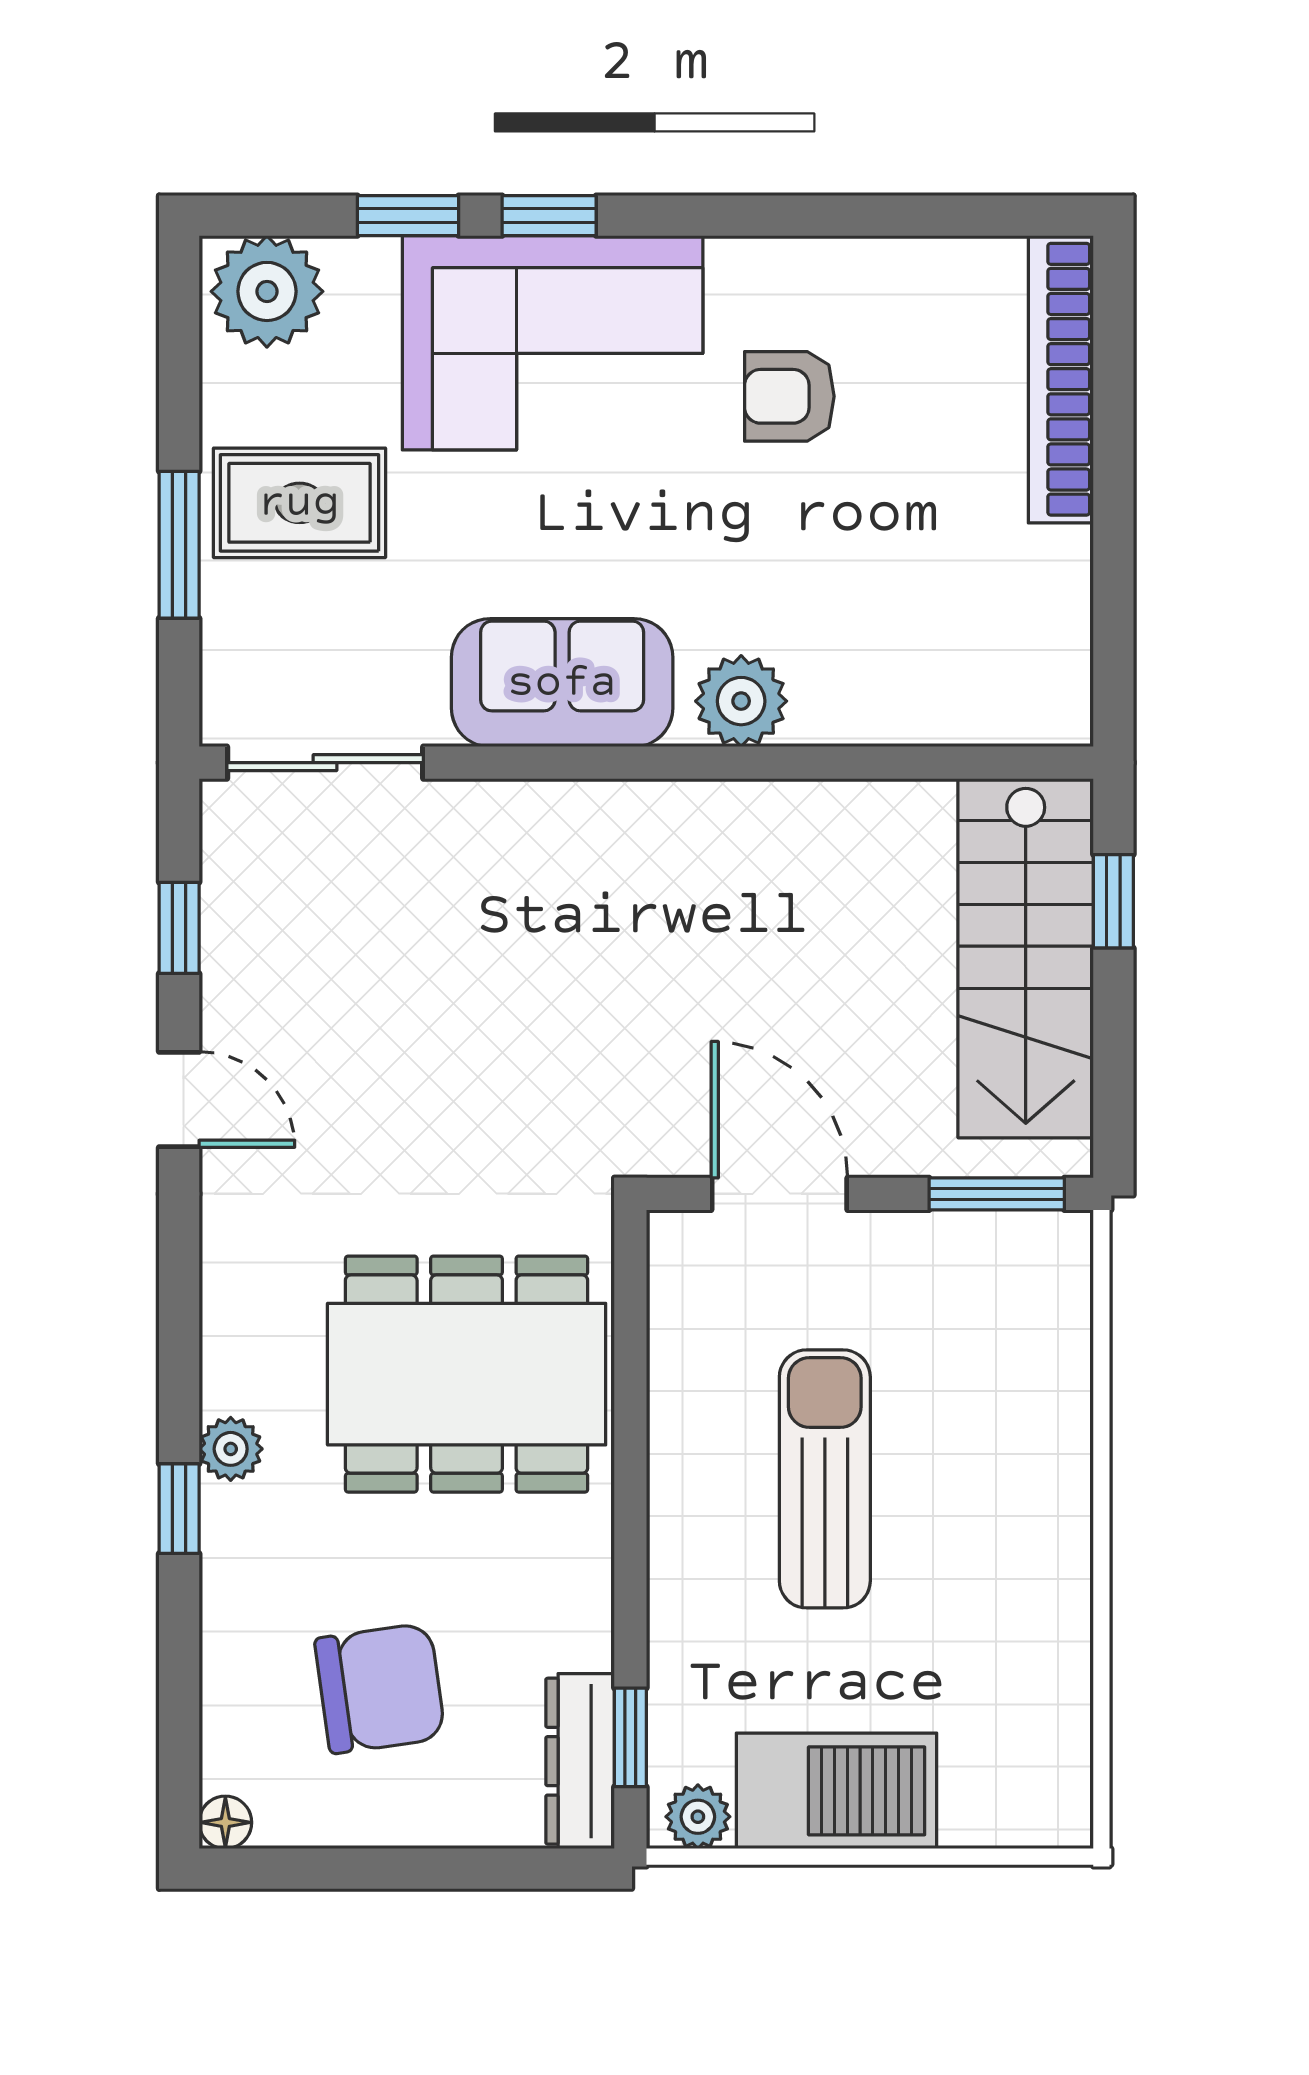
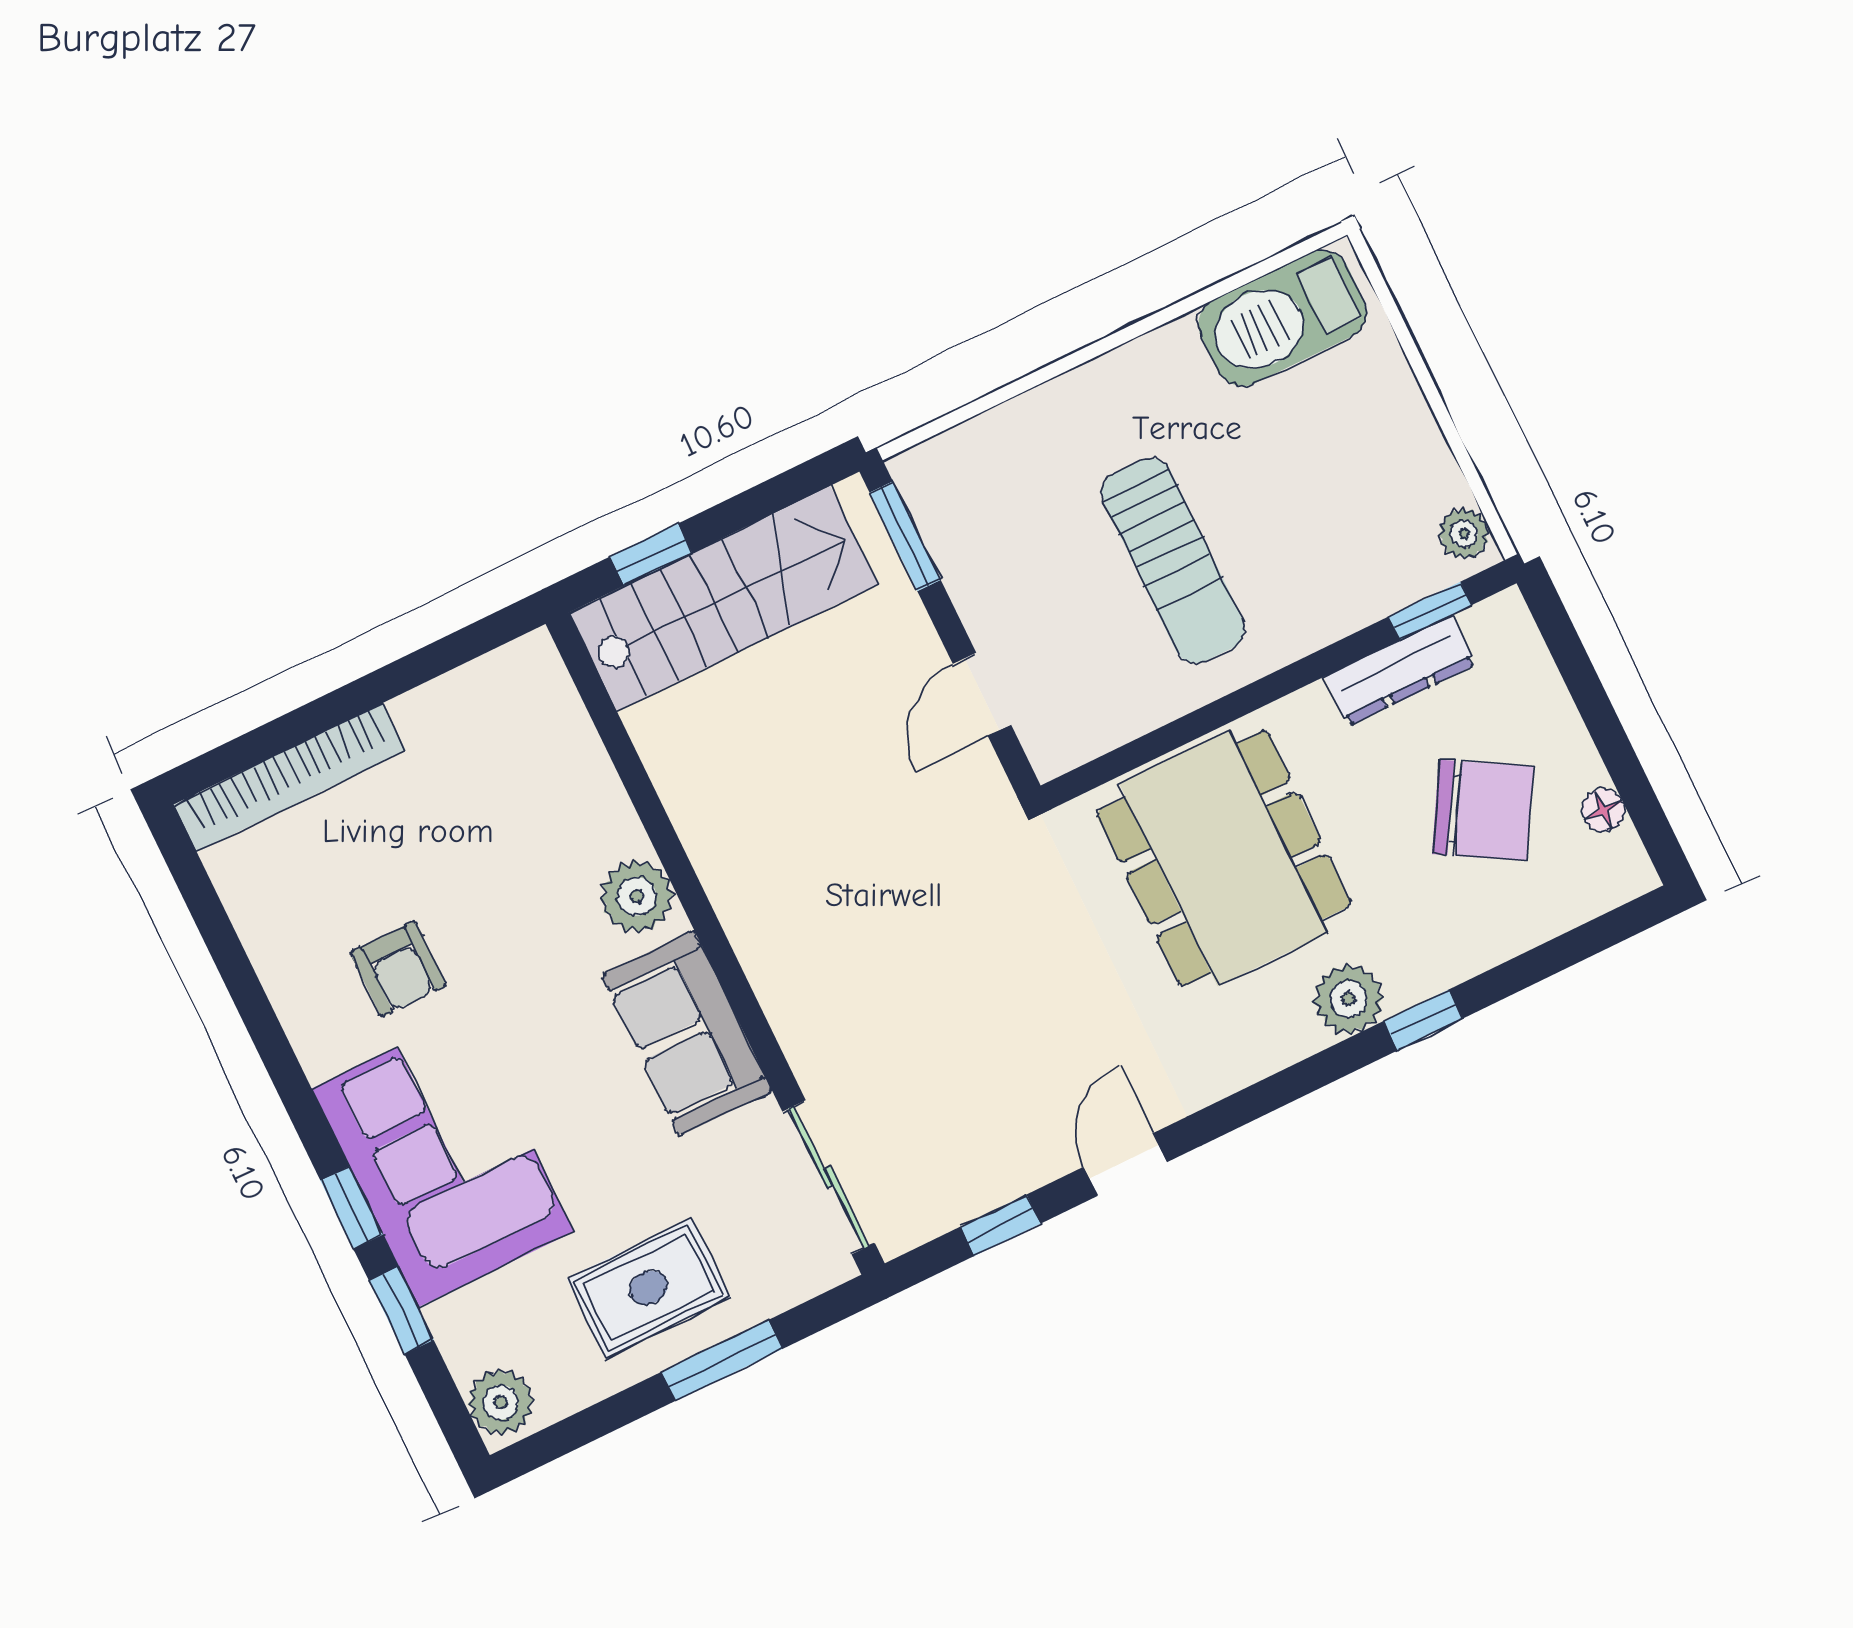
plant: (267, 291) -> (501, 1402), width x0.73, depth x0.73
rug: (299, 503) -> (649, 1288), turned 90
door: (779, 1194) -> (982, 694), width x0.73
plant: (231, 1449) -> (1349, 999), width x1.38, depth x1.38
sun lounger: (825, 1479) -> (1173, 561), turned -90
chair: (380, 1688) -> (1483, 810), turned 128
dresser: (580, 1761) -> (1400, 671), moved
barbecue: (836, 1791) -> (1282, 318), moved, turned -90
floor lamp: (225, 1822) -> (1603, 810), moved

